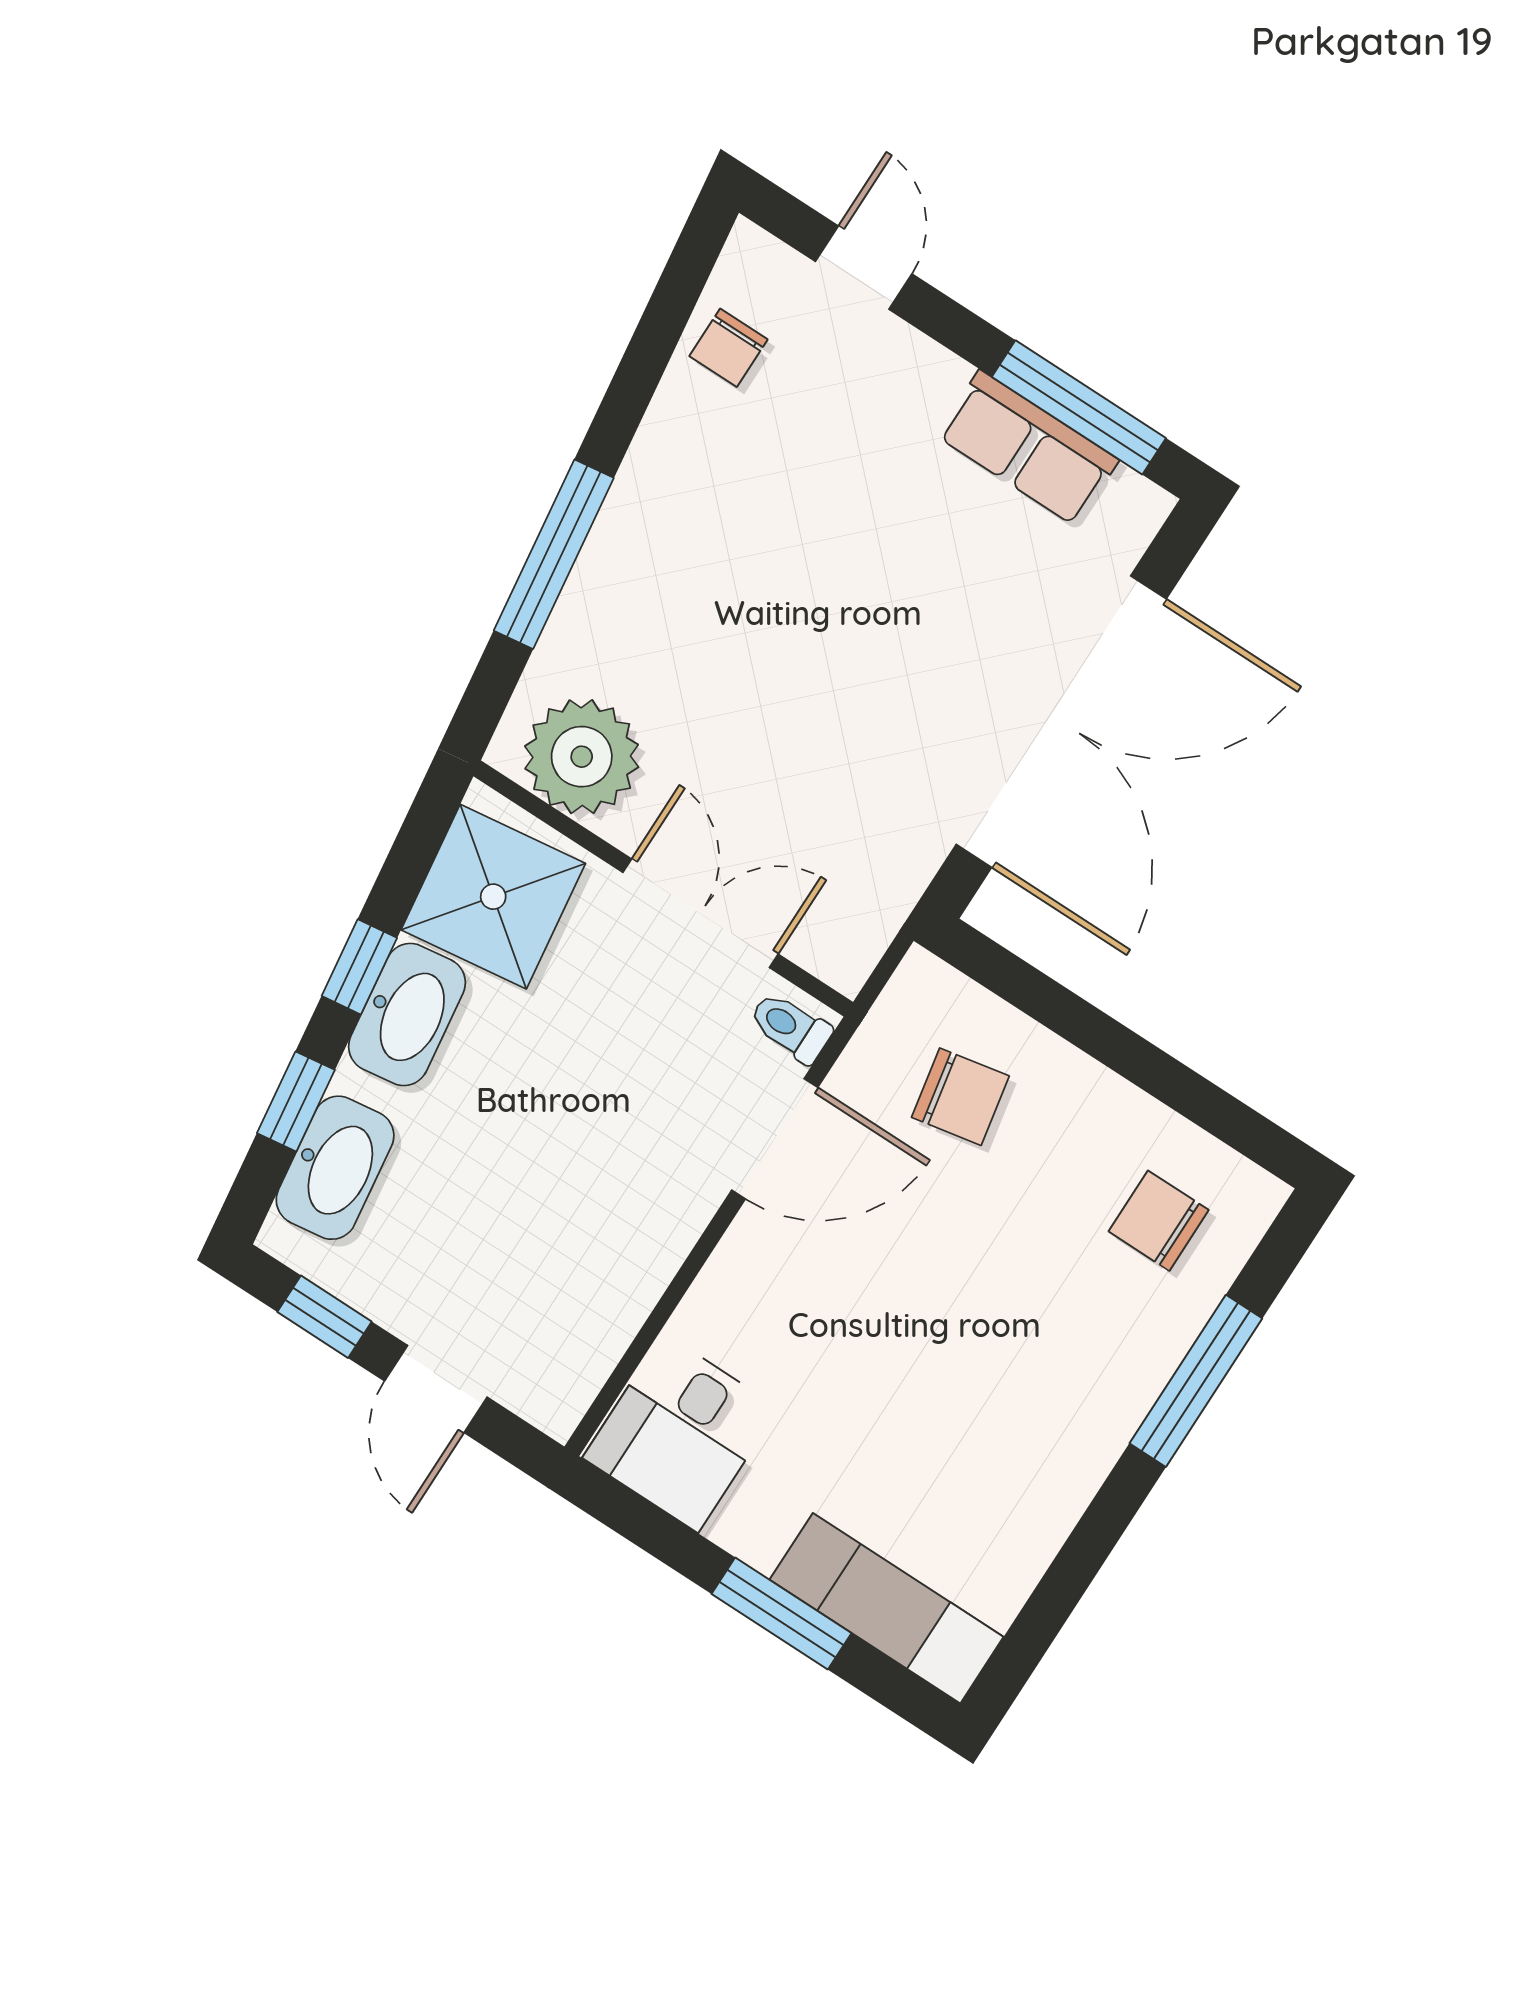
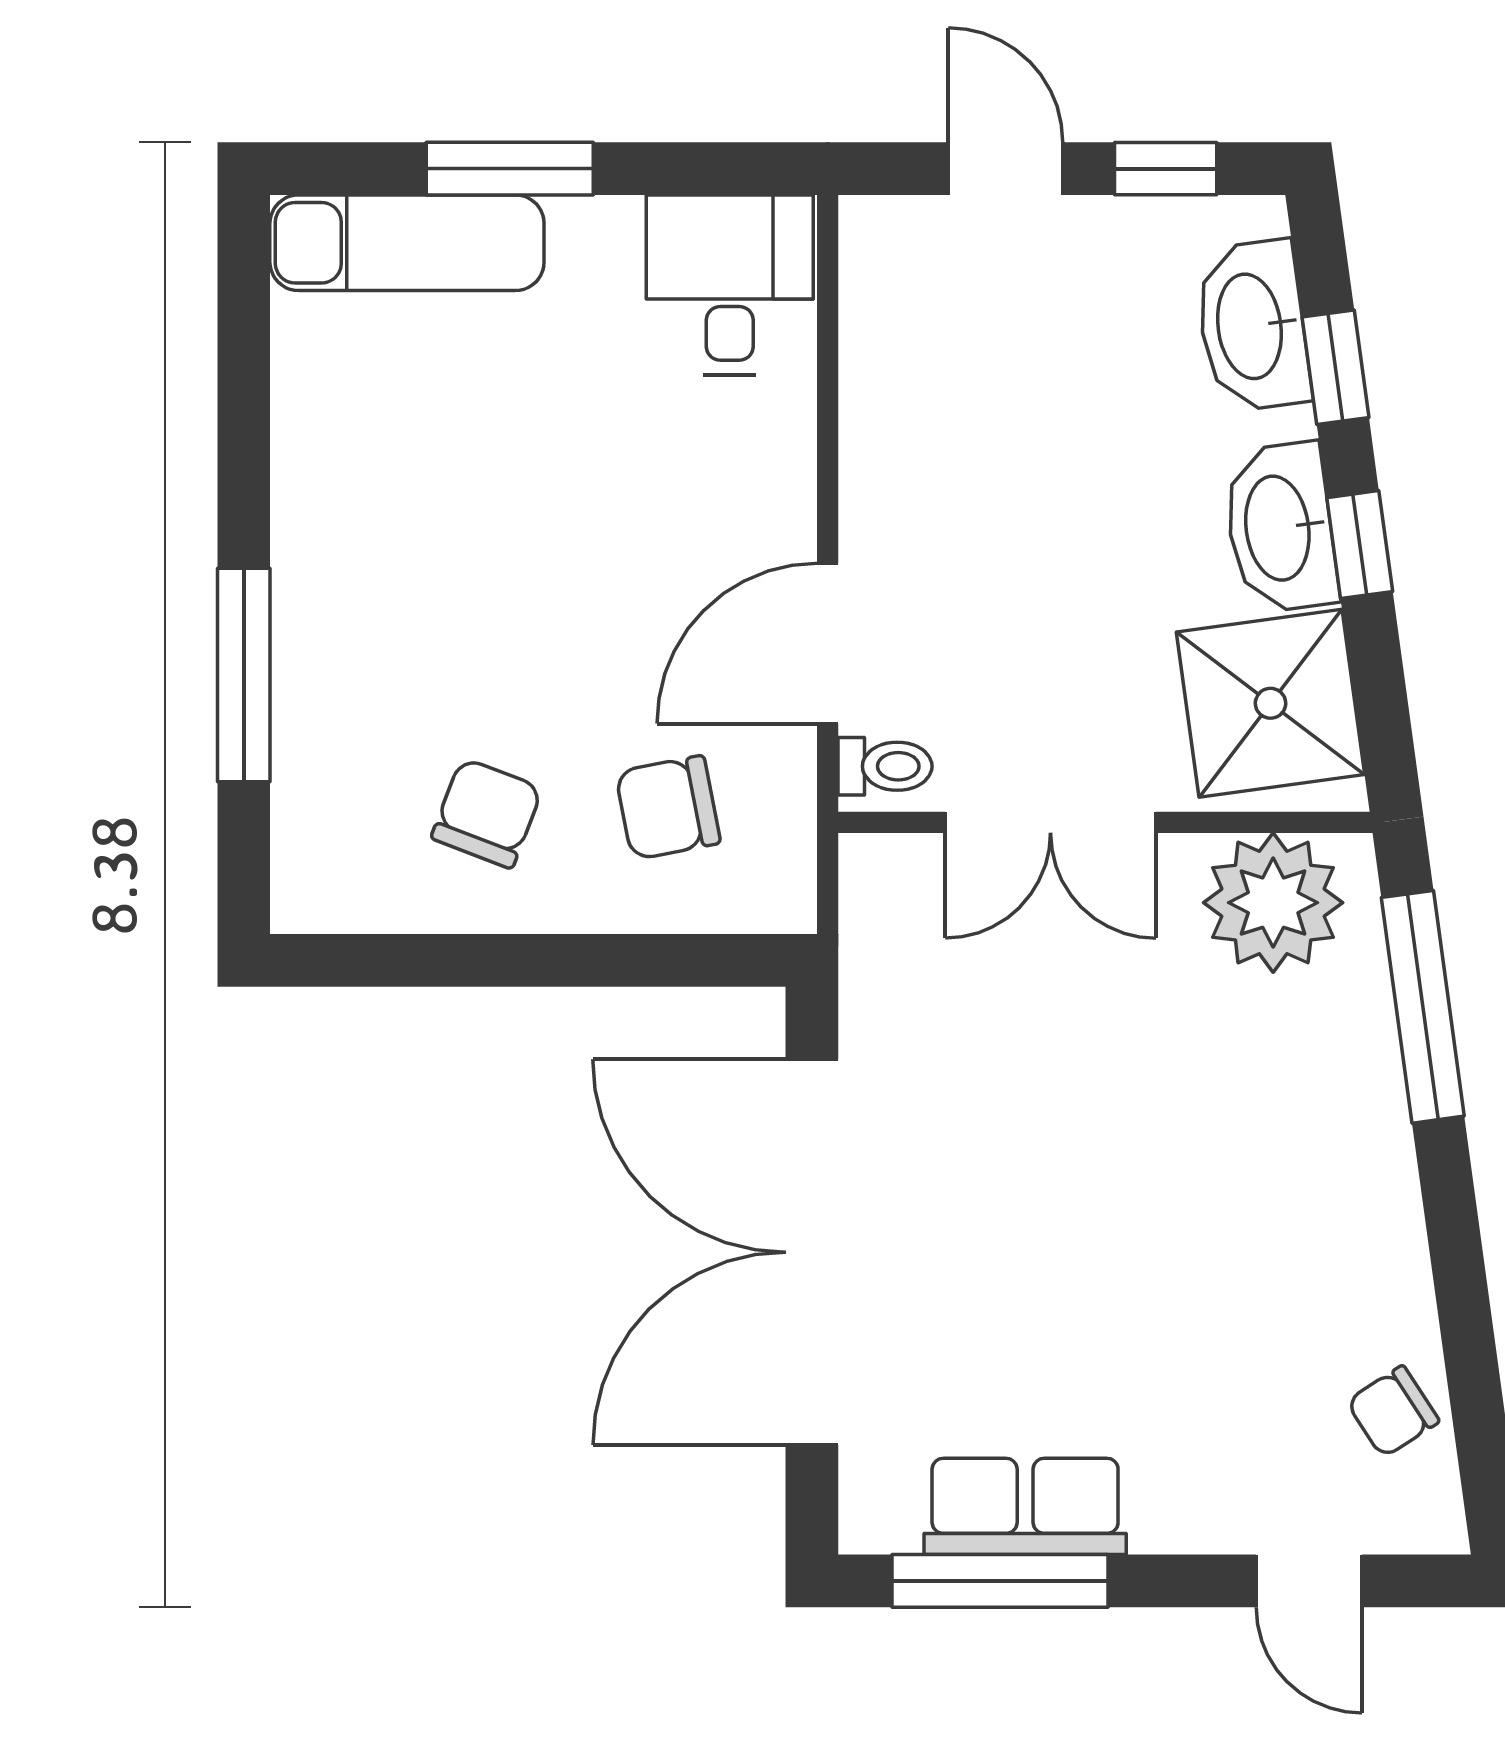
chair: (728, 348) -> (1393, 1411), turned -123
window: (554, 554) -> (1423, 1007), moved
chair: (1159, 1221) -> (487, 813), moved, turned -69

